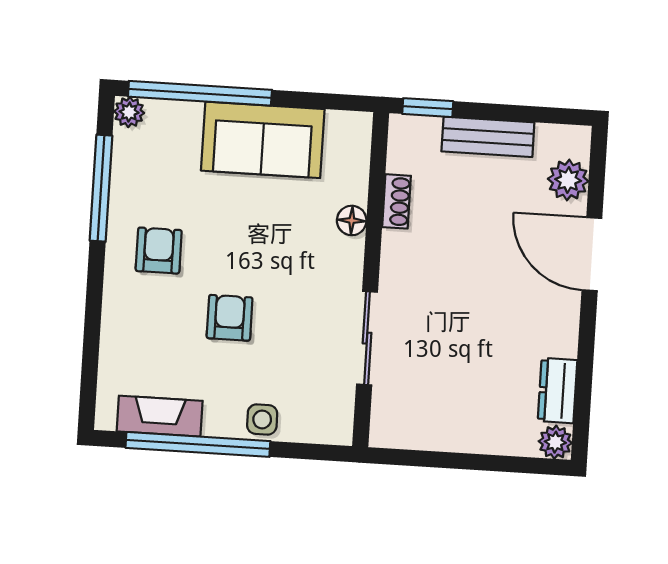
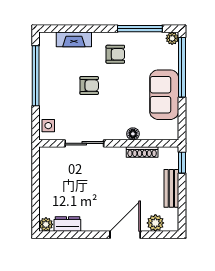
shoe rack: (397, 201) -> (142, 152), width x1.43
fireplace: (160, 416) -> (74, 39), moved, turned 90
side table: (262, 419) -> (48, 126), moved

